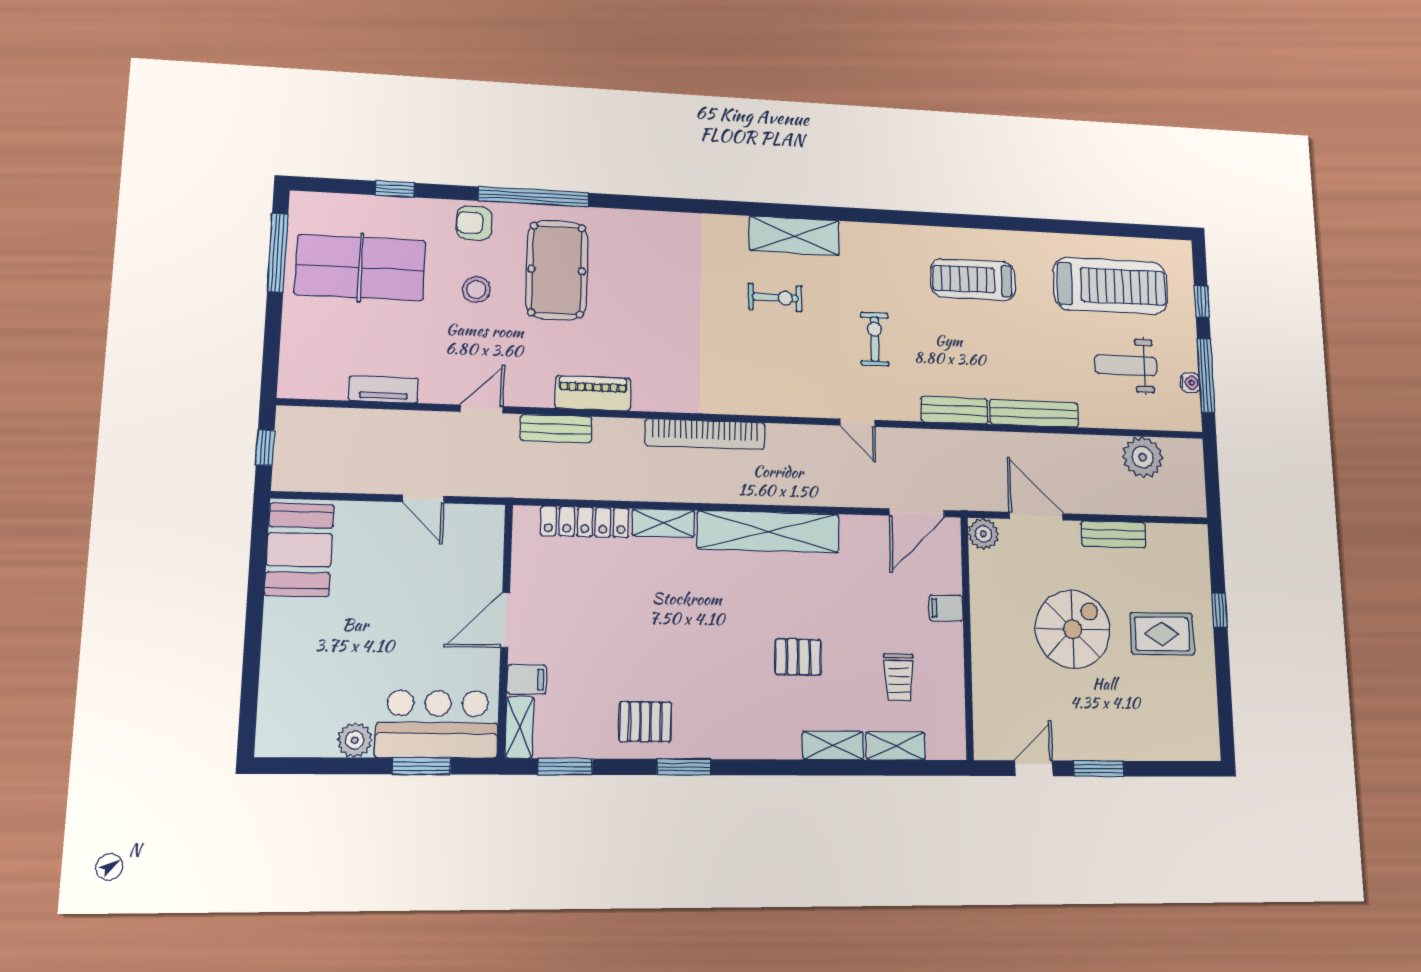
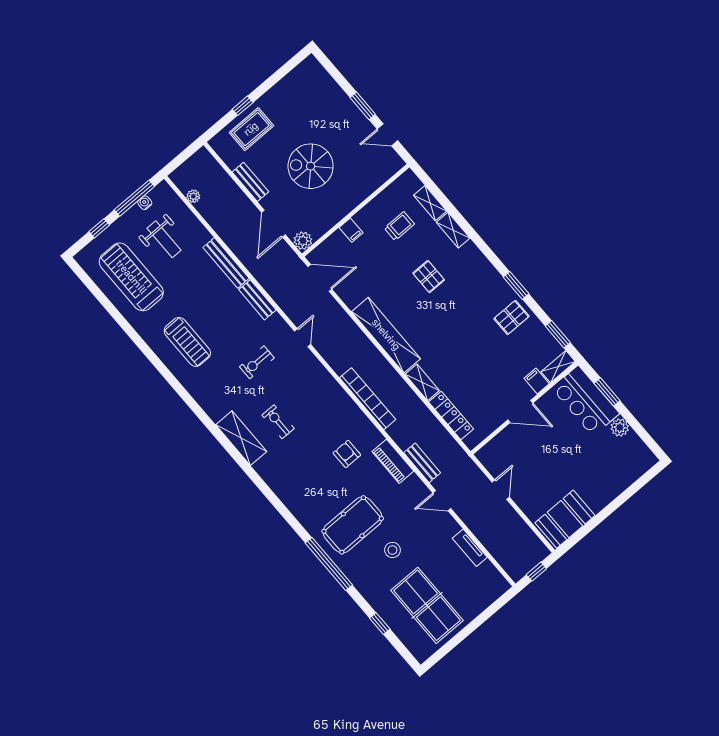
armchair: (474, 223) -> (347, 454), moved, turned 180
window: (278, 253) -> (452, 644), removed
plant: (1143, 457) -> (193, 196), width x0.53, depth x0.53
rug: (1162, 634) -> (251, 129), moved, turned 90
pallet: (645, 722) -> (512, 317), turned 90

